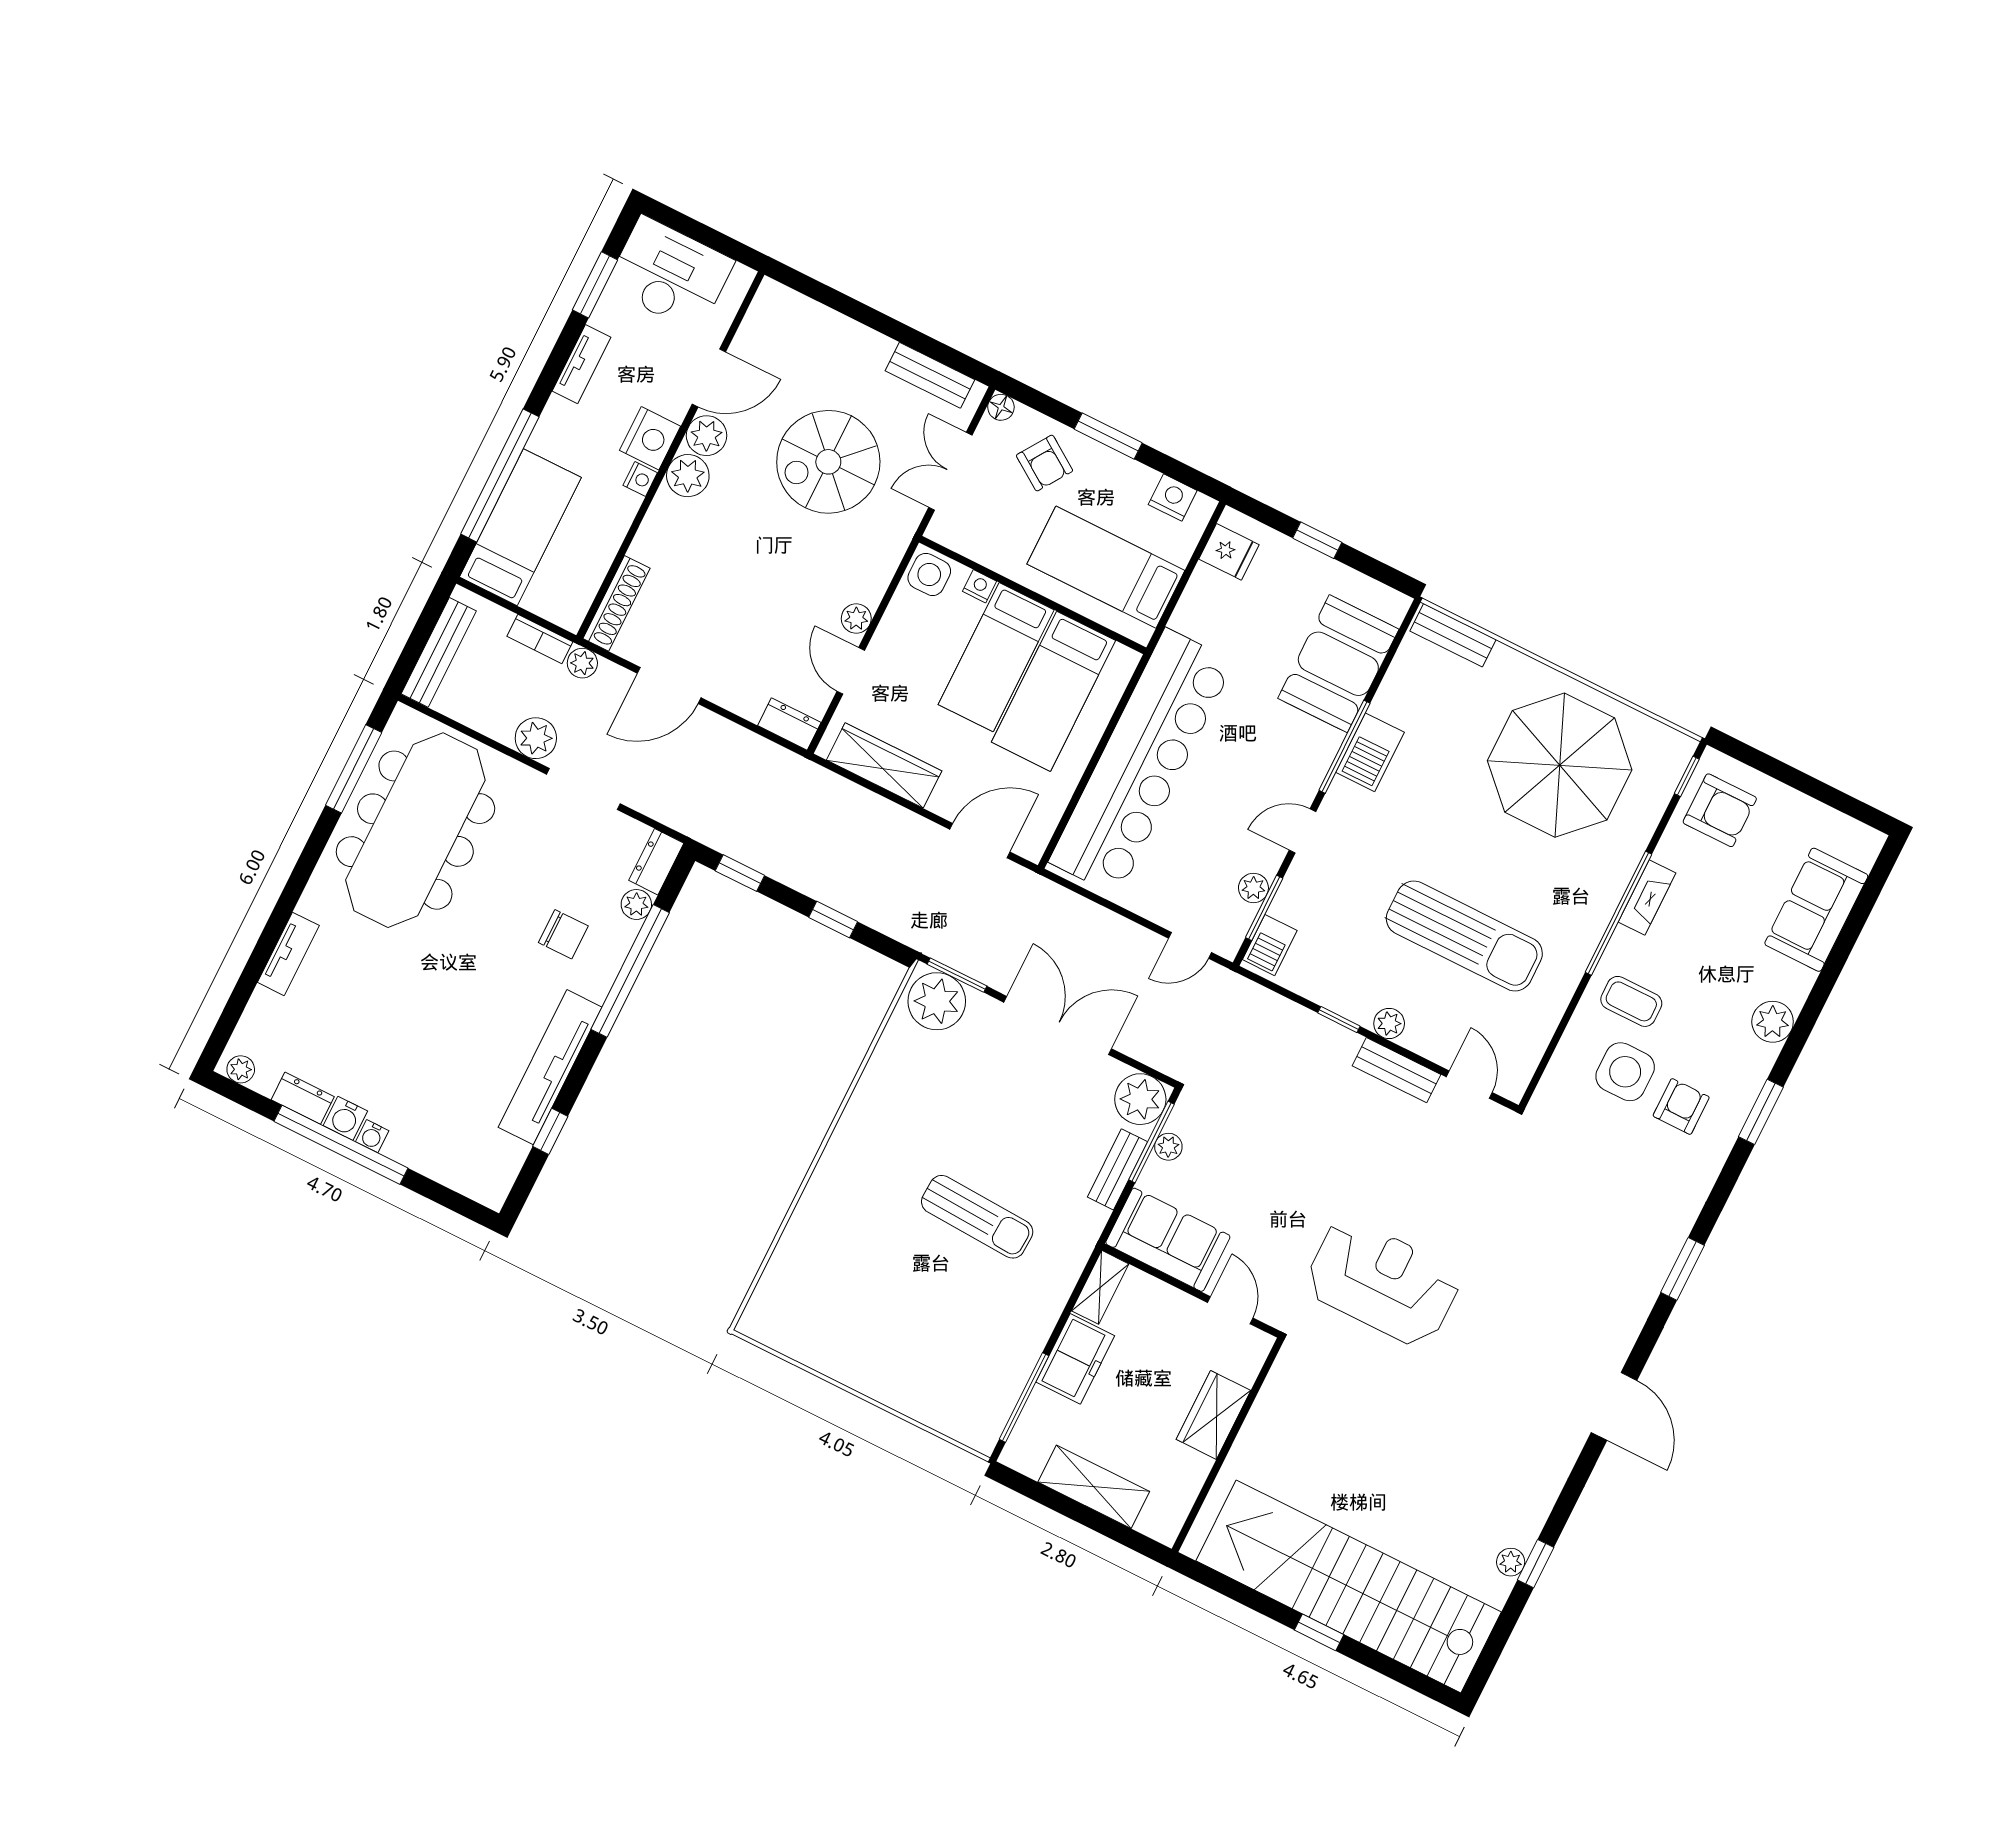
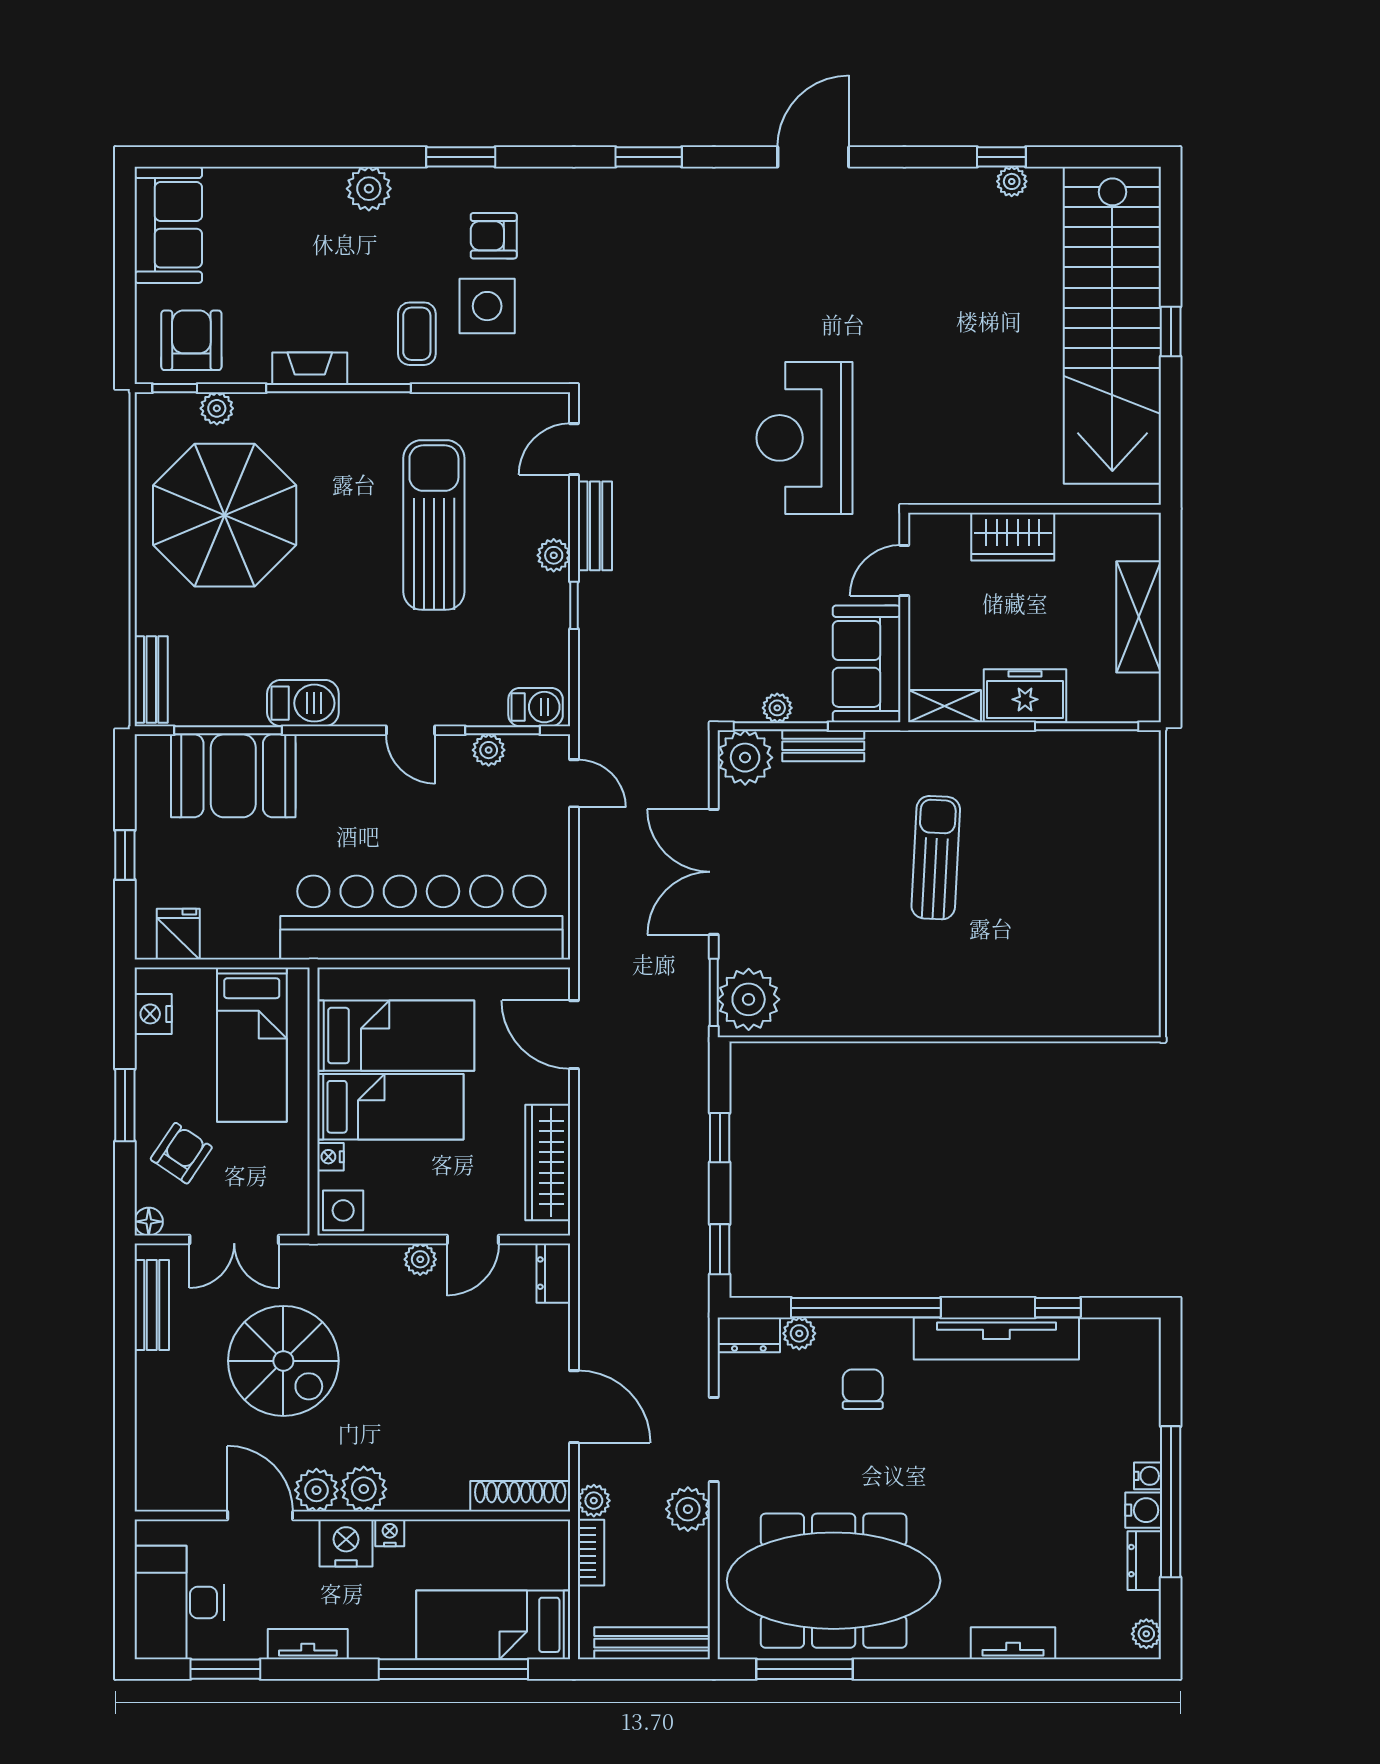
window: (1344, 747) -> (228, 730), moved
plant: (1652, 803) -> (217, 408), added
sofa: (1816, 910) -> (168, 225), moved, turned -90

